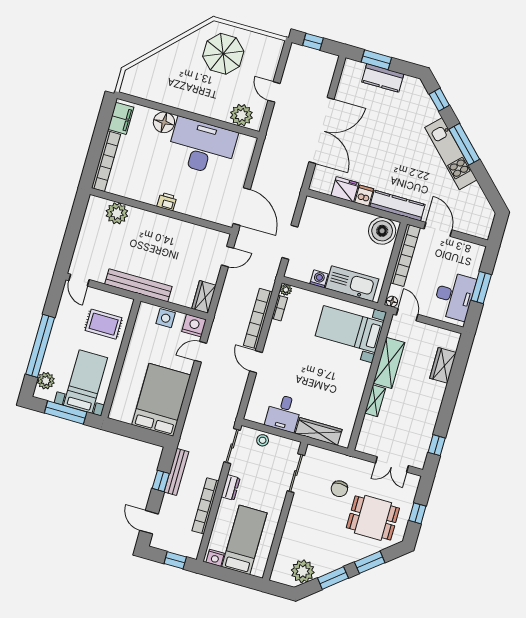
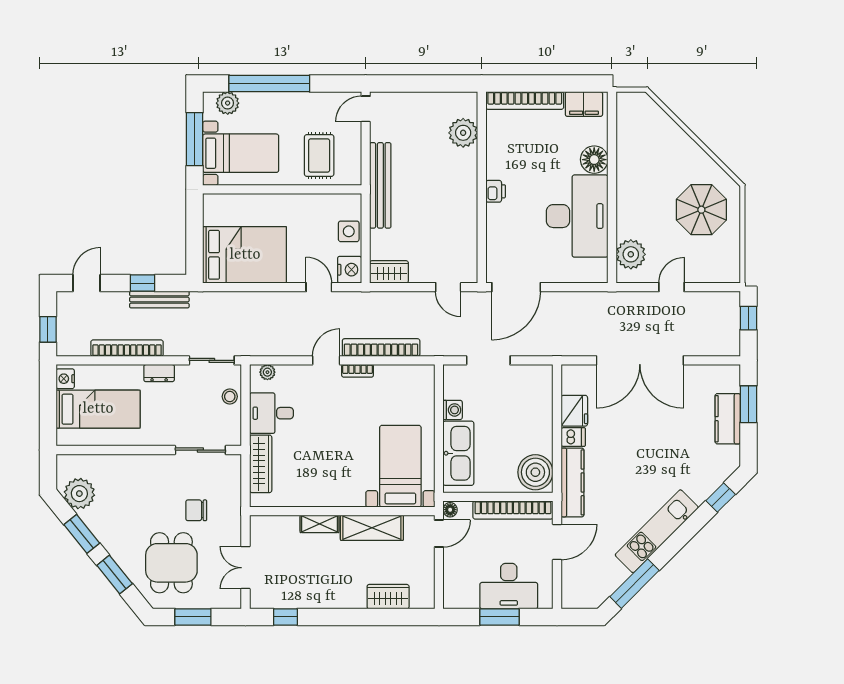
window: (464, 144) -> (634, 584), moved
plant: (286, 290) -> (267, 372), moved
desk: (454, 296) -> (509, 586), moved
bookcase: (280, 308) -> (358, 371), moved
window: (417, 513) -> (193, 617), width x1.50

